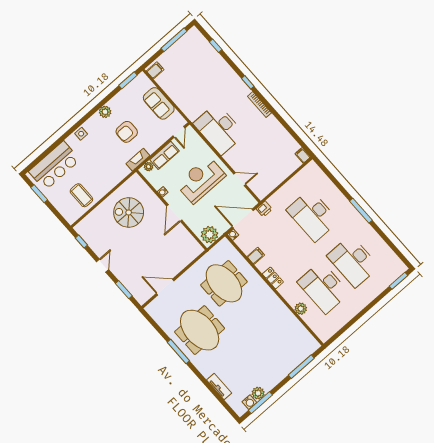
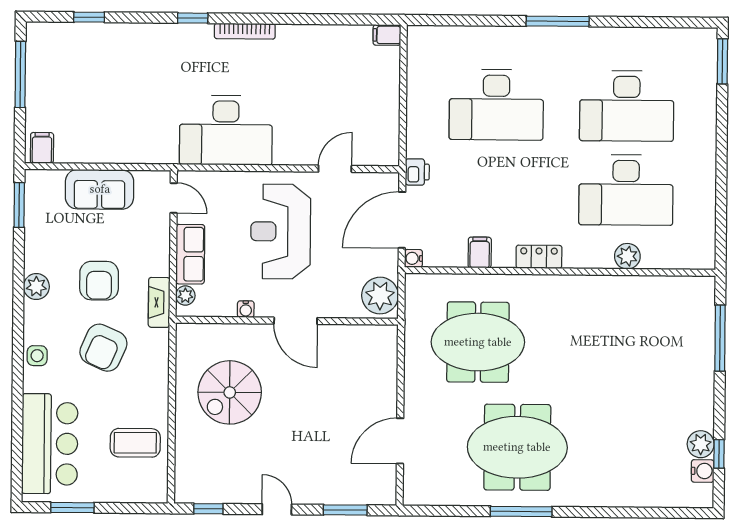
armchair: (105, 154) -> (103, 348), added
tv unit: (219, 387) -> (635, 497), removed
window: (260, 403) -> (719, 454), width x0.46

